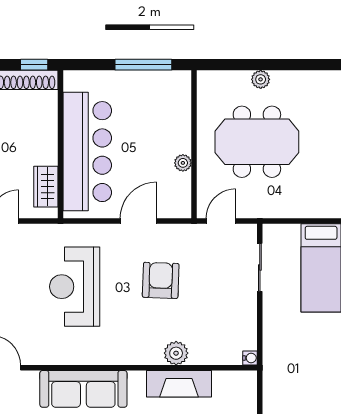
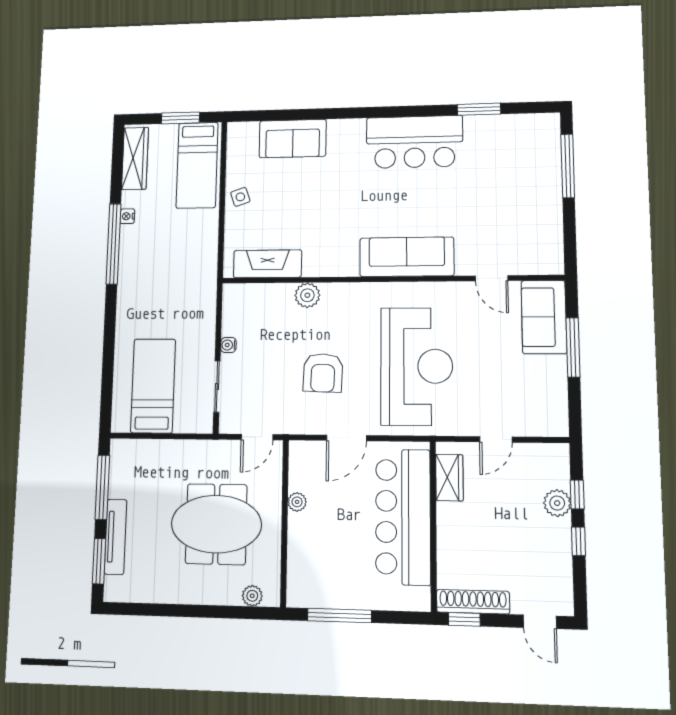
plant: (261, 79) -> (252, 596), moved
reception desk: (75, 287) -> (417, 366), width x1.36, depth x1.30
water cooler: (250, 358) -> (228, 345), moved
fireplace: (179, 384) -> (267, 264), moved

